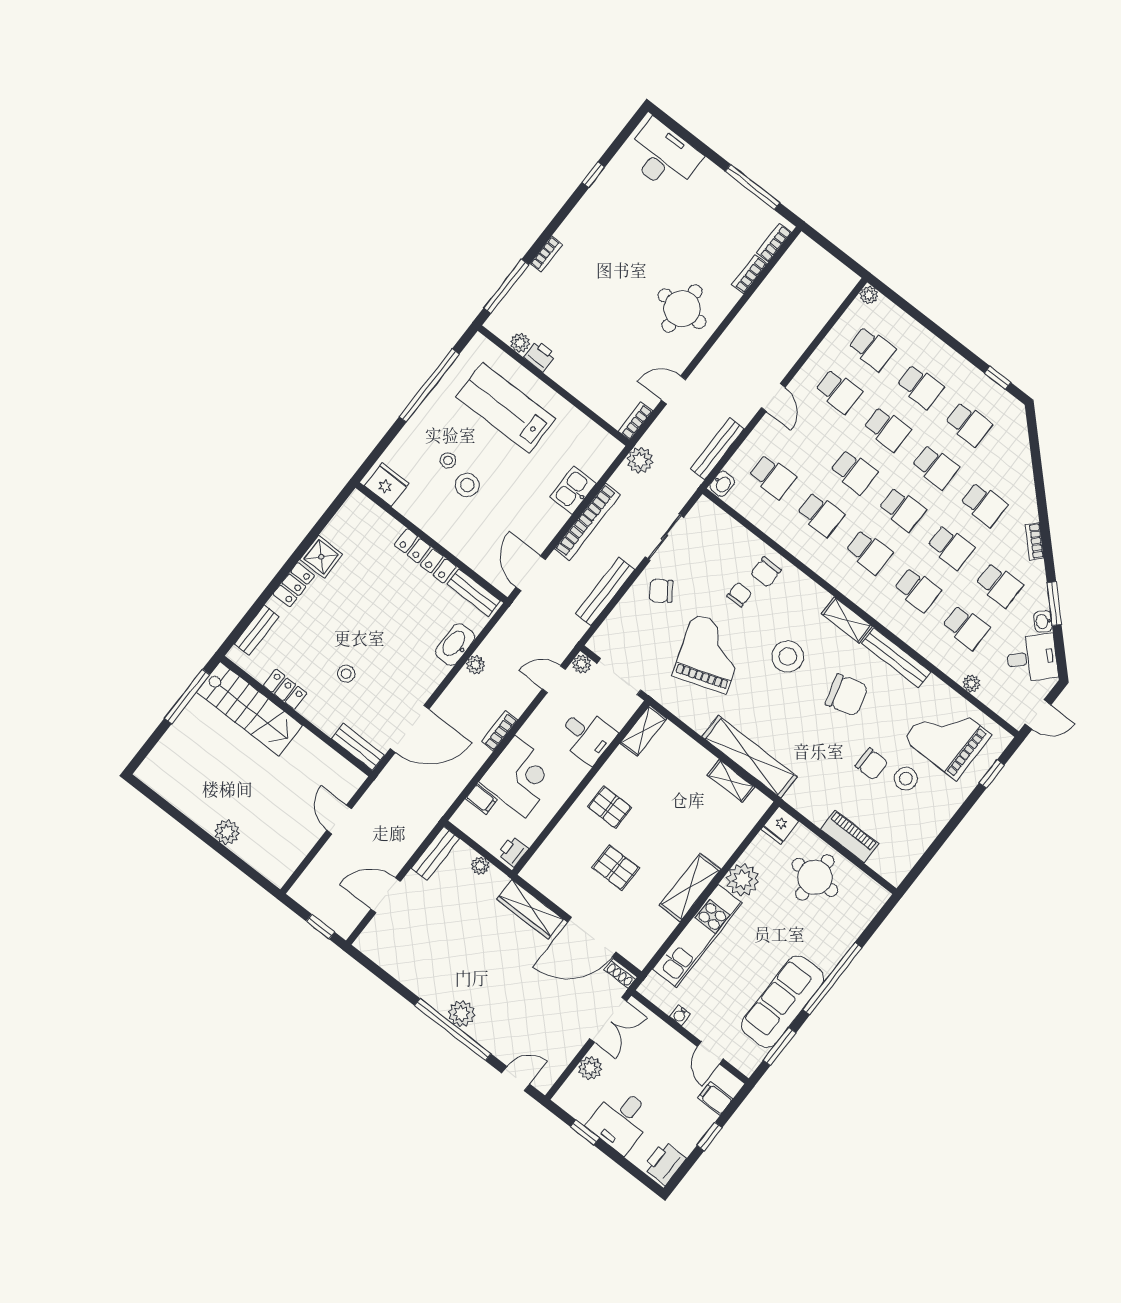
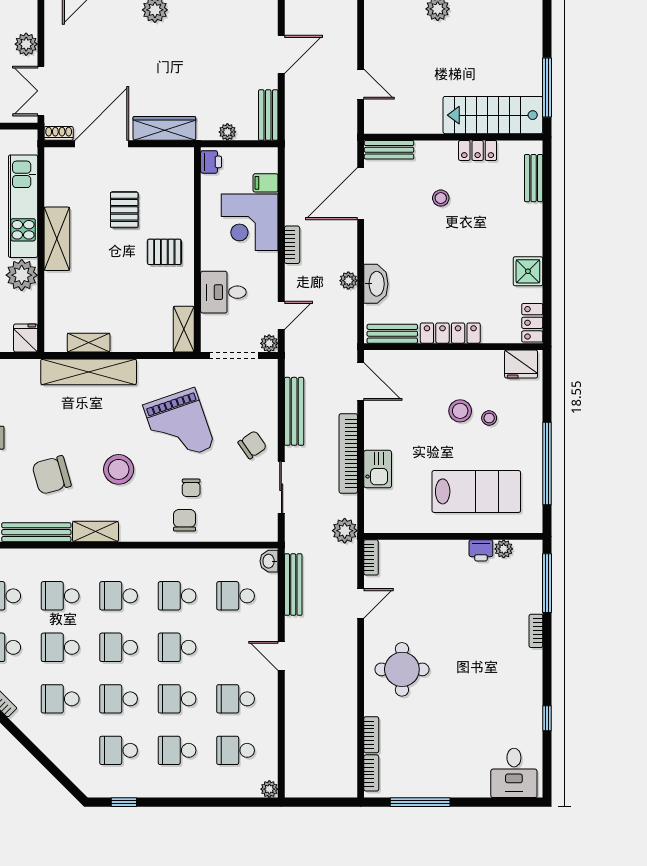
desk: (663, 156) -> (514, 773), width x0.73
locker: (294, 585) -> (532, 323), moved
pallet: (616, 868) -> (124, 210), turned 90

